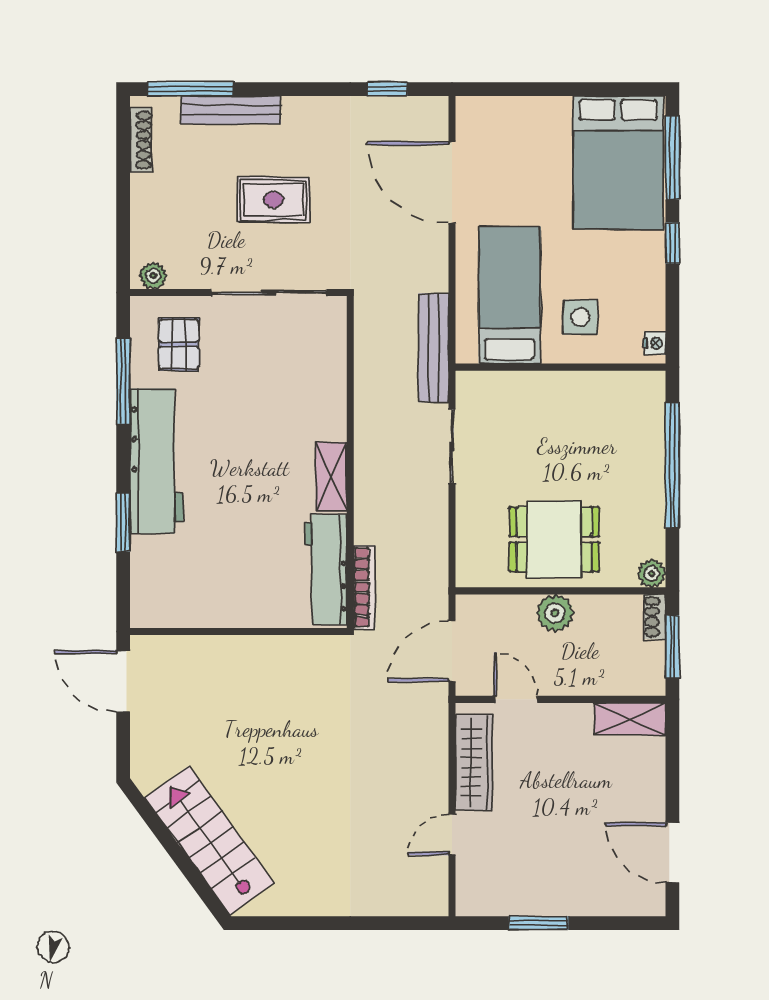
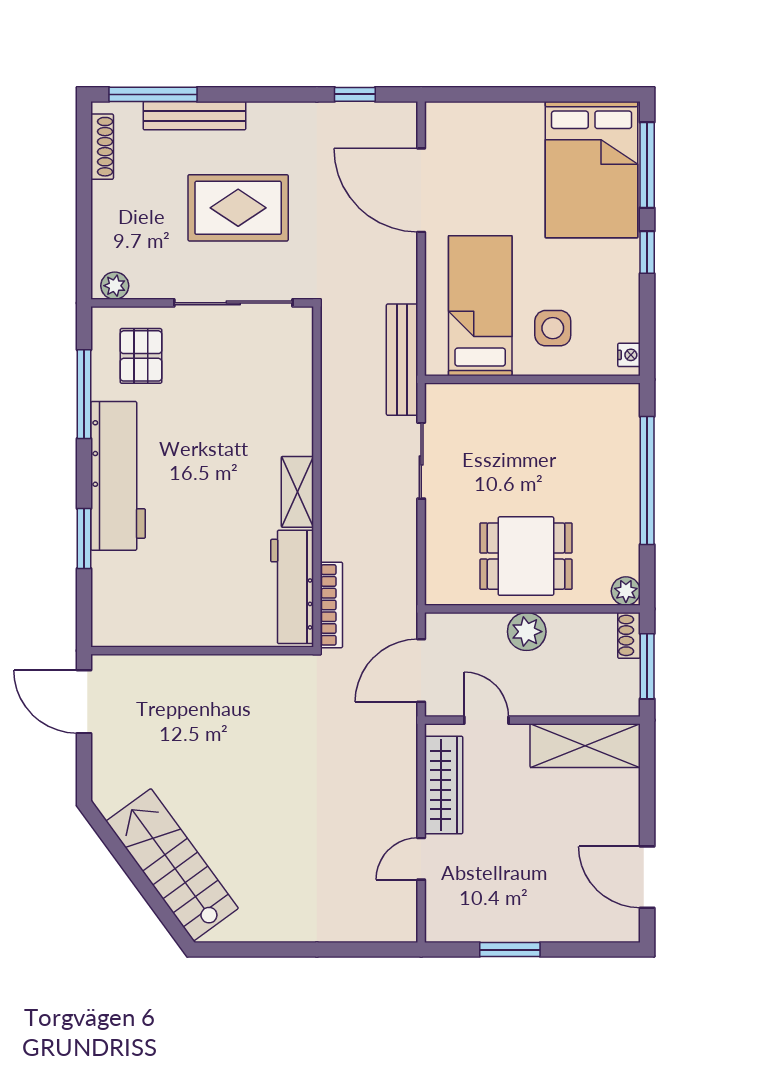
rug: (273, 200) -> (238, 208), width x1.36, depth x1.43
shelving: (630, 719) -> (585, 746), width x1.50, depth x1.33

